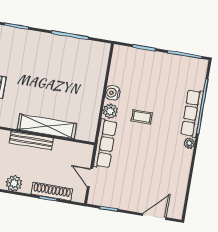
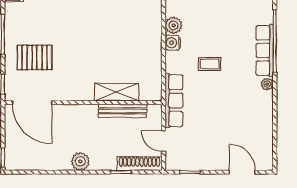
plant: (110, 111) -> (174, 25), moved
shelving: (47, 126) -> (116, 92), width x0.68
bench: (31, 141) -> (123, 111), moved
shoe rack: (52, 192) -> (139, 164), moved
door: (154, 217) -> (242, 172), hinge flipped

